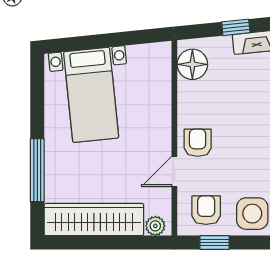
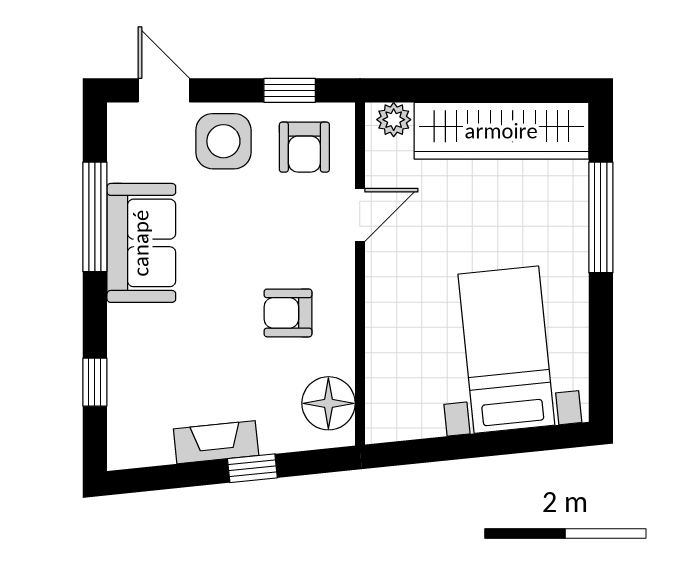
armchair: (198, 143) -> (288, 313), moved, turned 90

